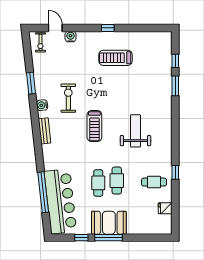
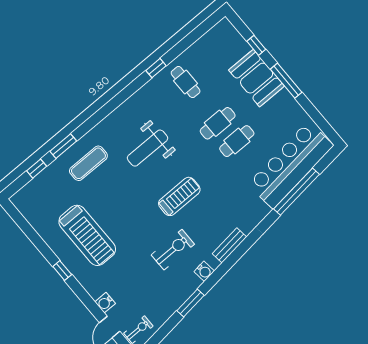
treadmill: (116, 58) -> (87, 235), width x1.37, depth x1.38
exercise mat: (154, 92) -> (88, 163), added
exercise bike: (68, 98) -> (173, 250), turned 180
fridge: (165, 208) -> (203, 46), removed
booth: (109, 223) -> (257, 78), moved
window: (81, 238) -> (256, 45), moved

